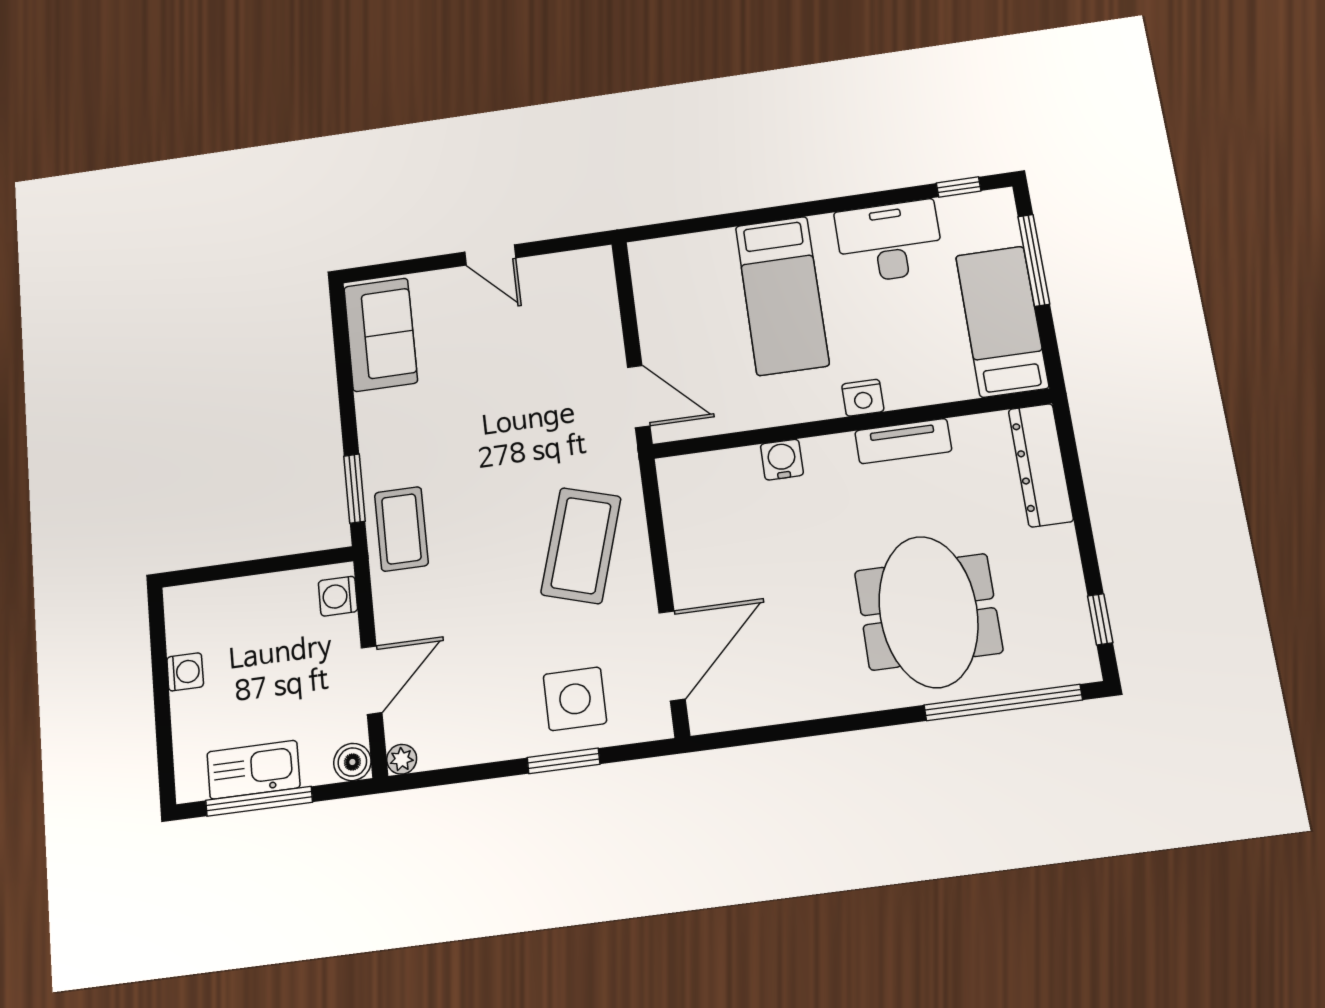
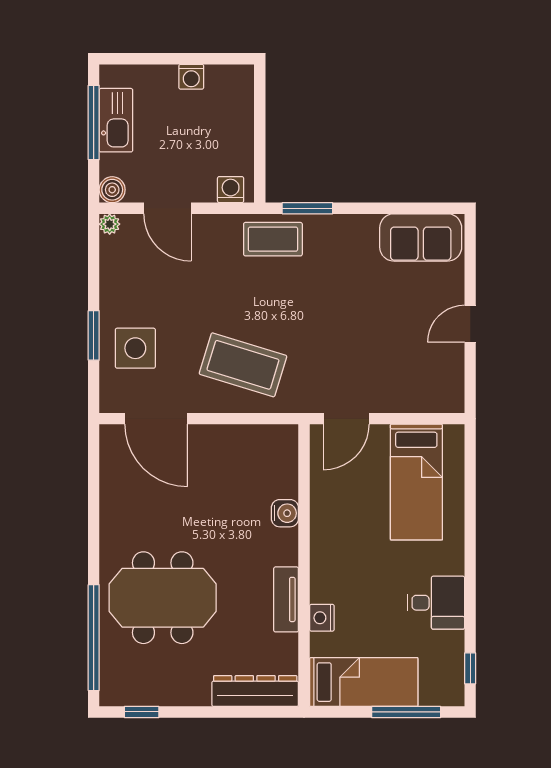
desk: (889, 242) -> (436, 603), width x0.73
bed: (782, 296) -> (416, 482), moved, turned -90
nightstand: (863, 398) -> (322, 618), moved

